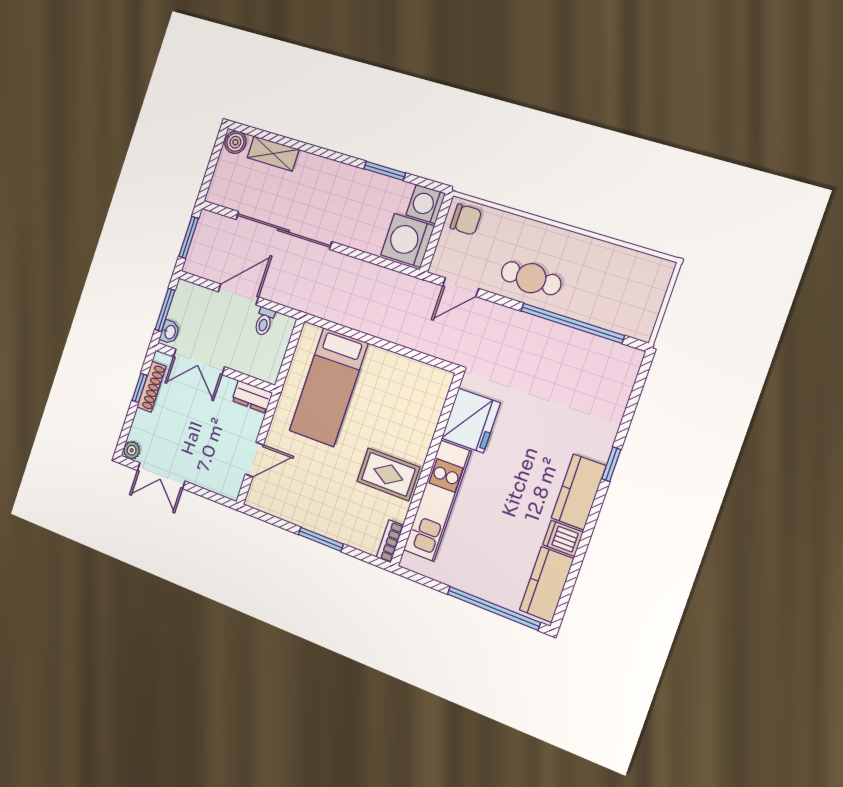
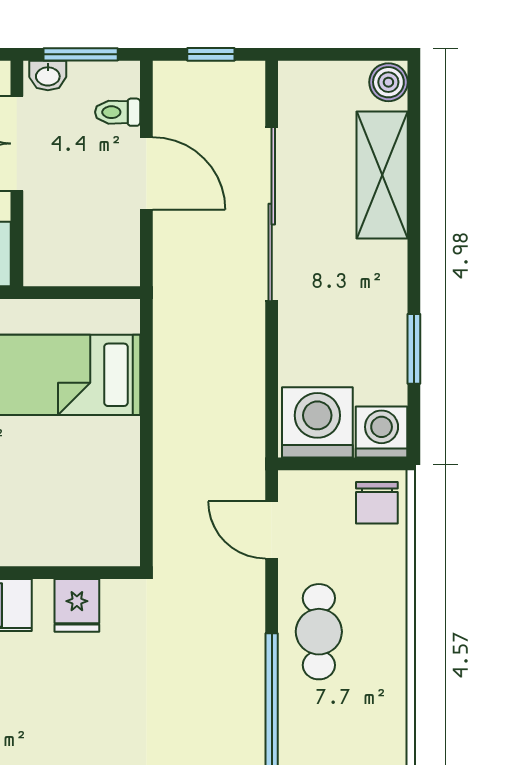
shelving: (273, 154) -> (382, 175), width x1.50, depth x1.33
window: (189, 237) -> (211, 54), width x0.67
toilet: (264, 322) -> (118, 112), moved
fridge: (471, 421) -> (77, 605), width x0.53, depth x0.75

